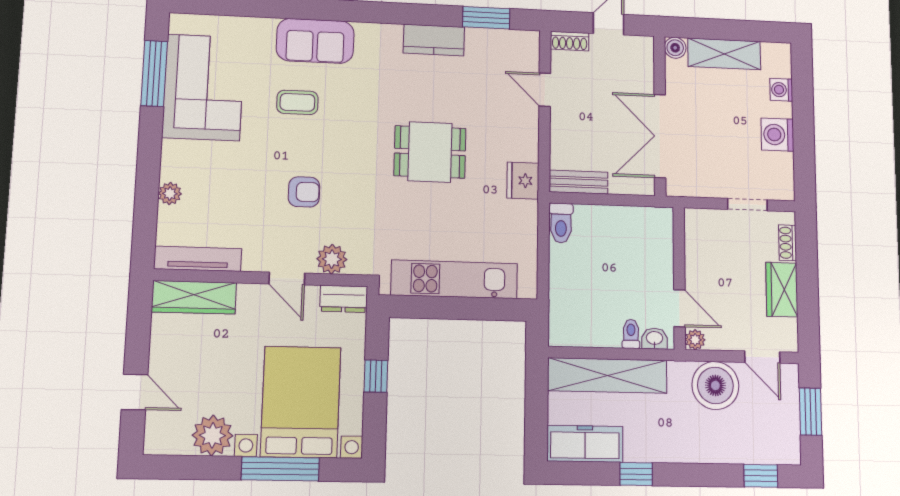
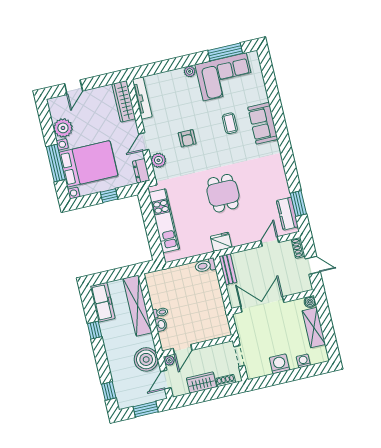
kitchen counter: (434, 40) -> (287, 214), moved
plant: (170, 194) -> (190, 71), moved
wall: (679, 278) -> (197, 346), moved
door: (679, 308) -> (183, 349), moved
plant: (695, 340) -> (169, 360), moved

